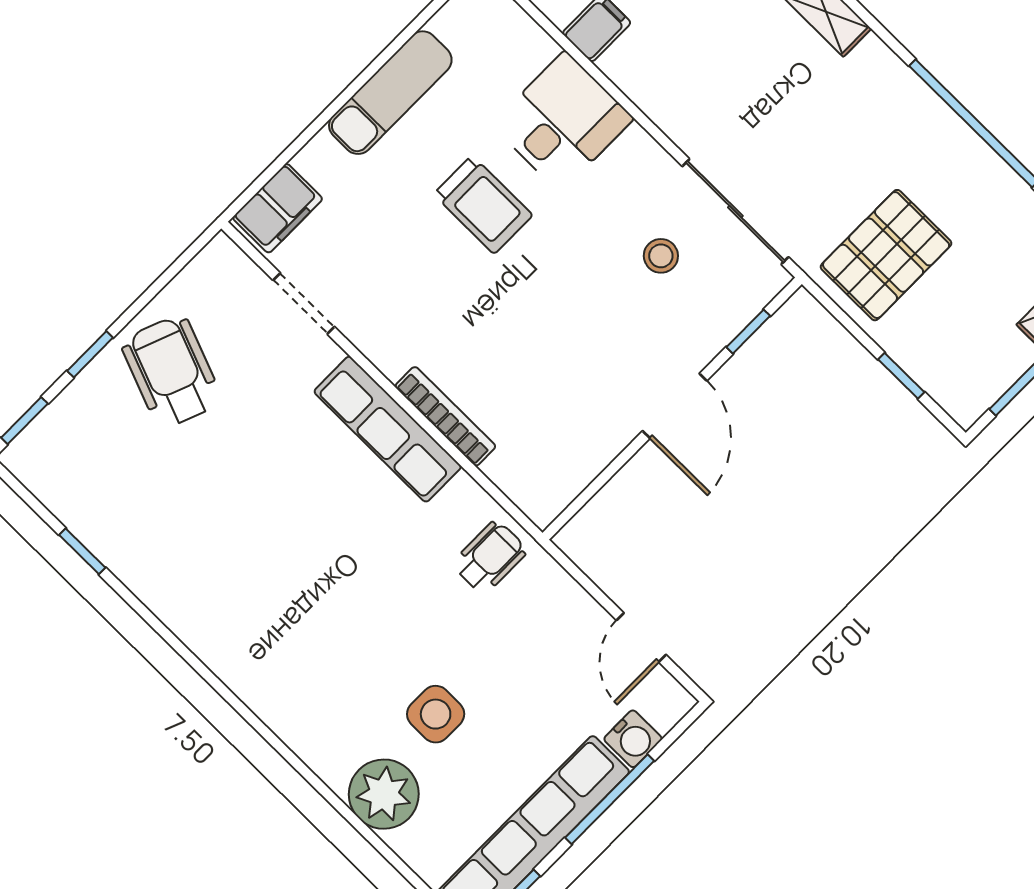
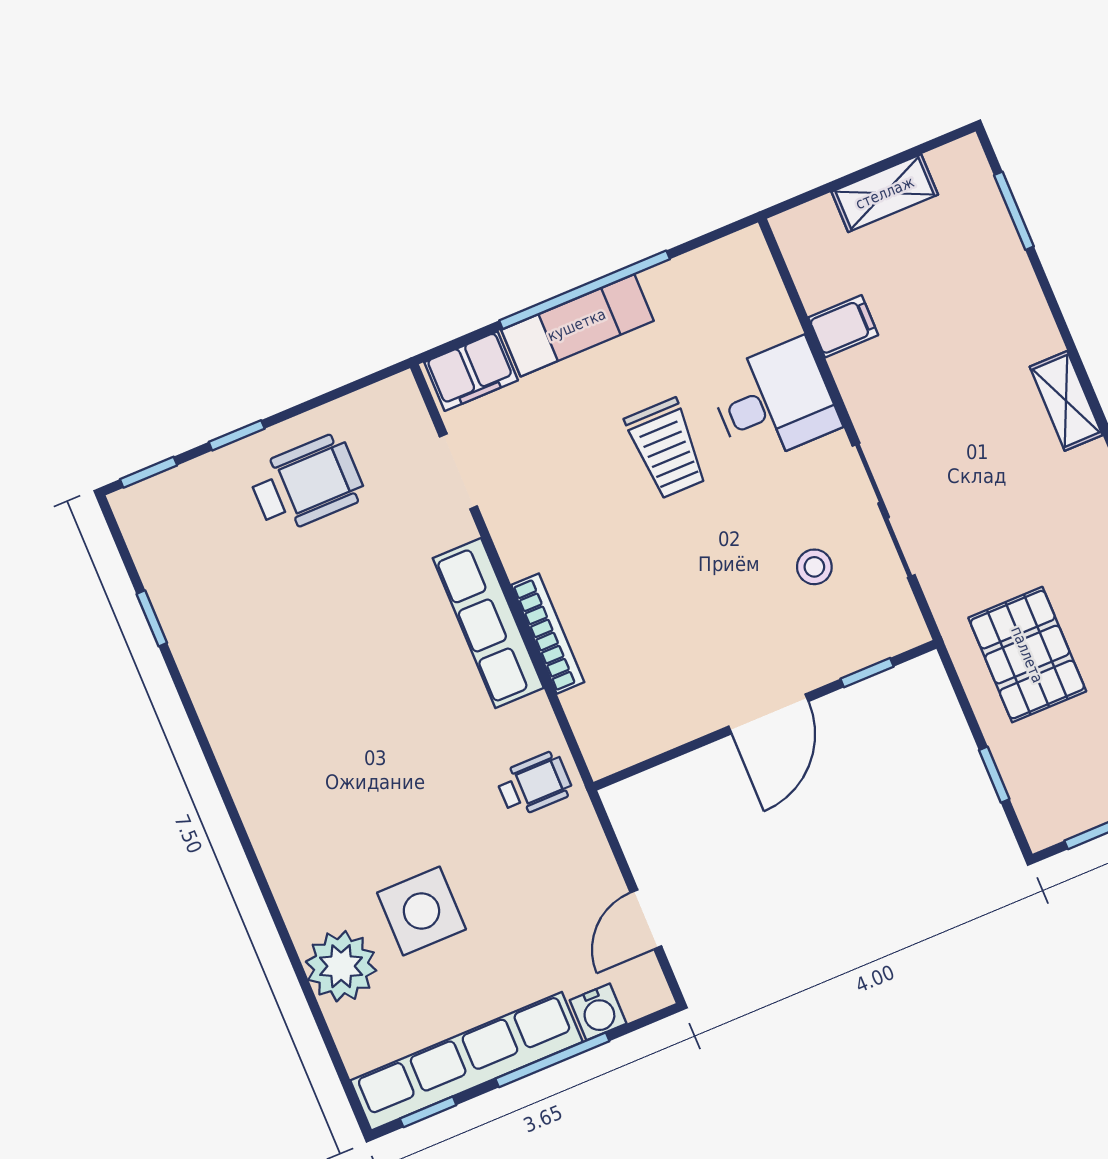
window: (349, 92) -> (585, 290), added
exam couch: (390, 93) -> (577, 325), moved
sliding door: (735, 212) -> (884, 510), moved
pallet: (886, 255) -> (1027, 655), turned 90
wheelchair: (172, 372) -> (307, 484), turned 69
side table: (436, 714) -> (421, 911), width x1.37, depth x1.37

